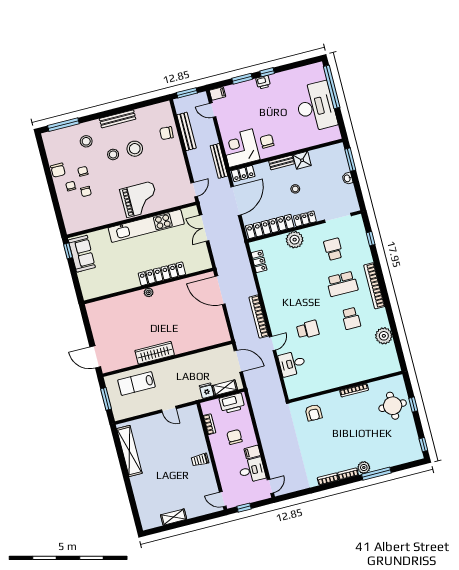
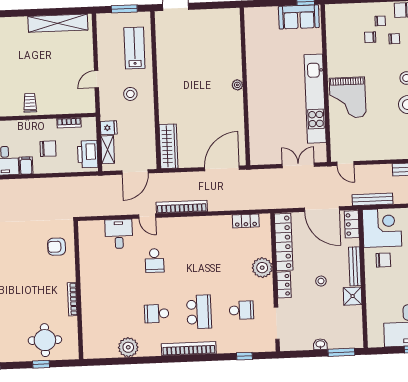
bench: (281, 162) -> (355, 266), width x1.36
locker: (162, 274) -> (256, 105), removed
school desk: (342, 284) -> (199, 312), turned 180
wardrobe: (155, 353) -> (169, 146), moved
stool: (175, 379) -> (130, 94), added

